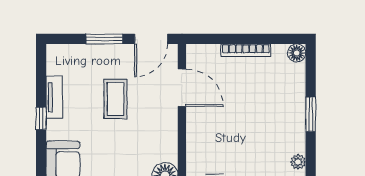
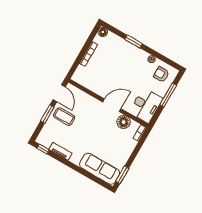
door: (182, 88) -> (112, 105), moved
coffee table: (115, 99) -> (64, 117), moved
window: (41, 118) -> (43, 149), moved

